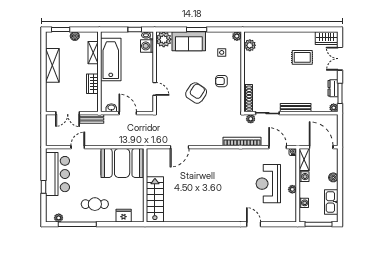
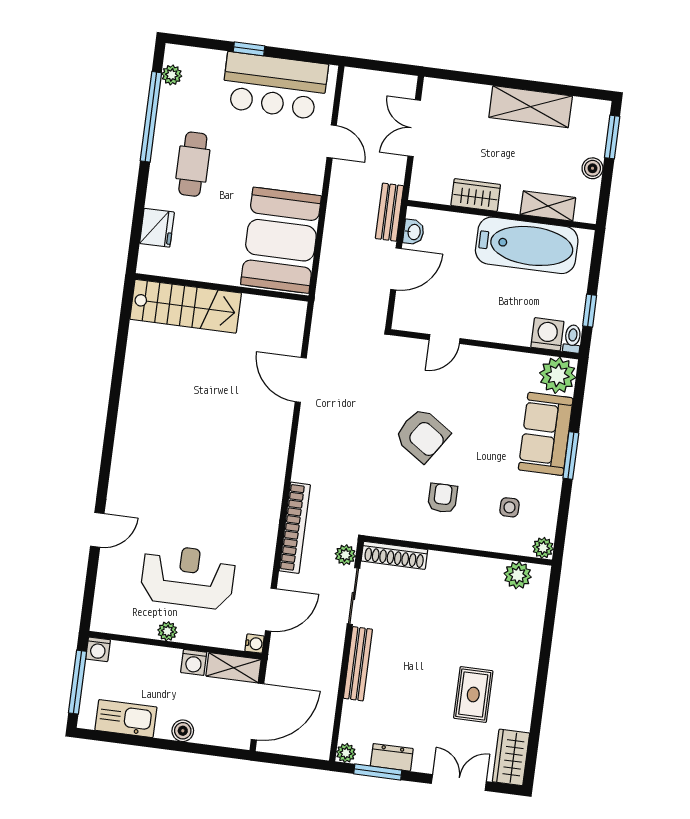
bench: (92, 119) -> (389, 212), moved
washing machine: (304, 203) -> (98, 649), moved

